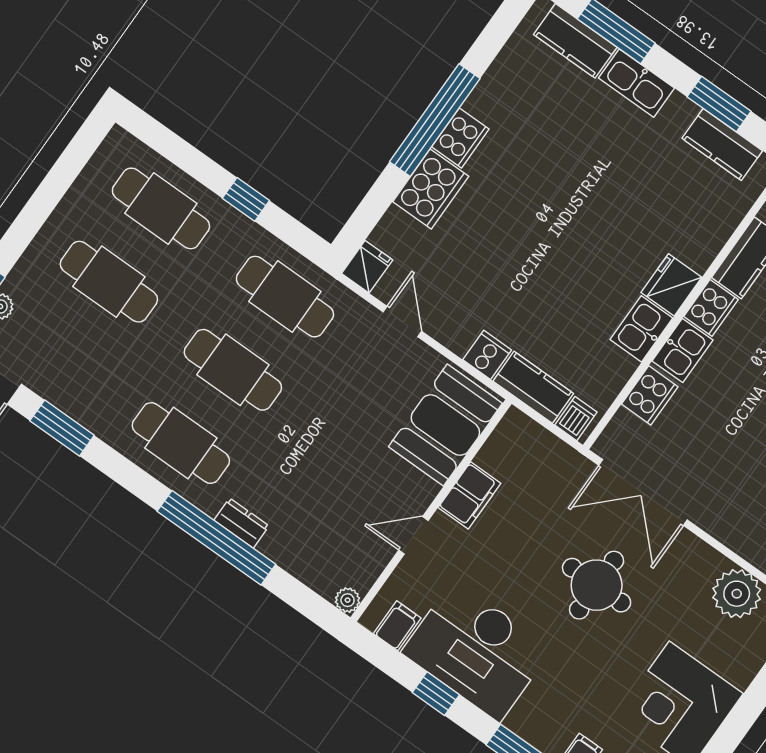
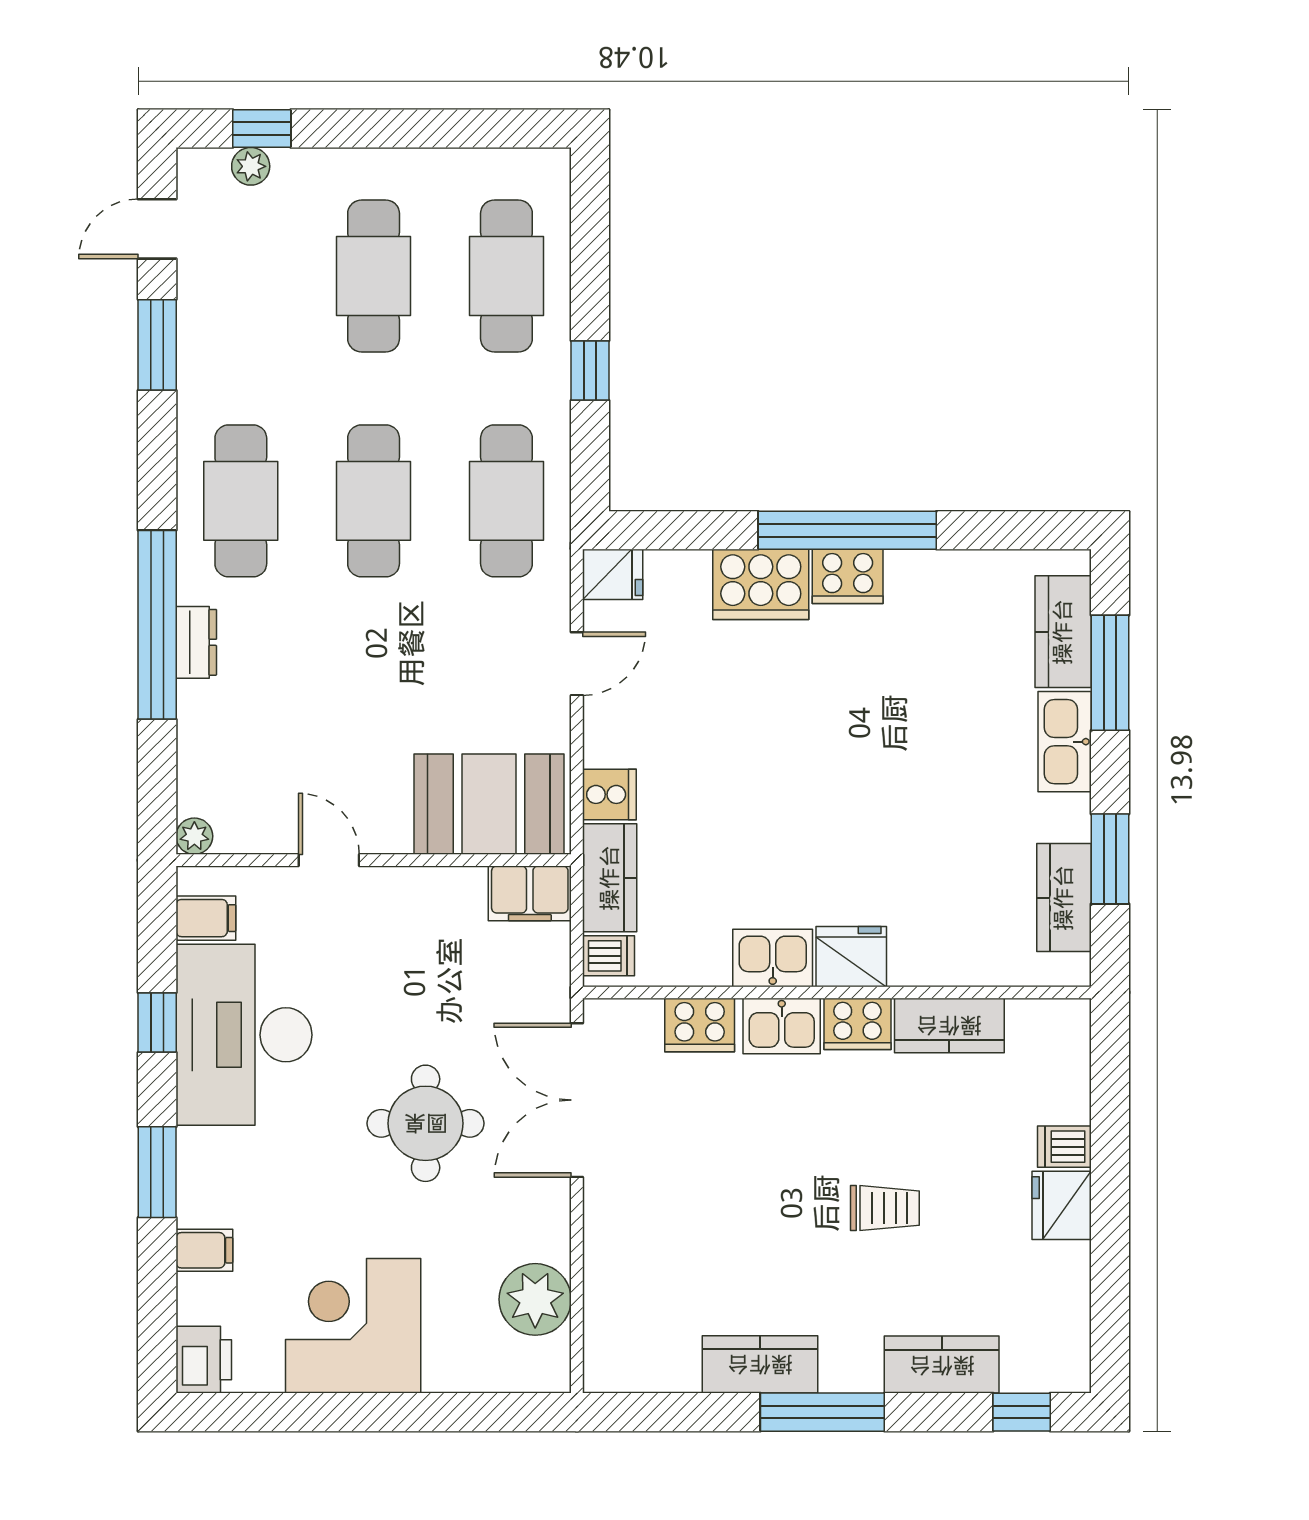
filing cabinet: (469, 495) -> (530, 893), moved

